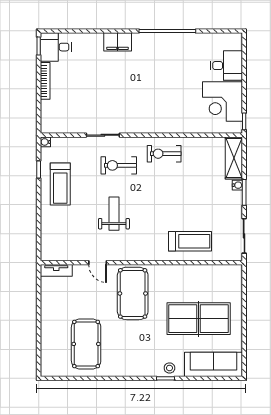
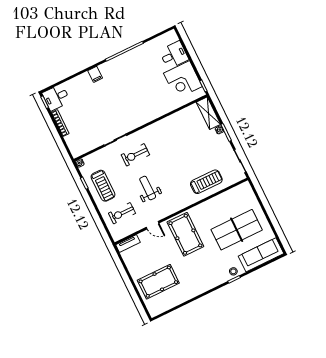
filing cabinet: (118, 42) -> (95, 74), width x0.50
exercise bike: (164, 154) -> (122, 213), moved
pool table: (86, 344) -> (158, 282), moved, turned 90

